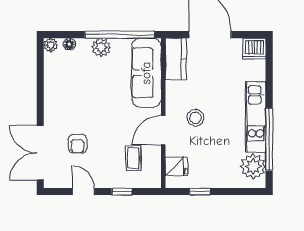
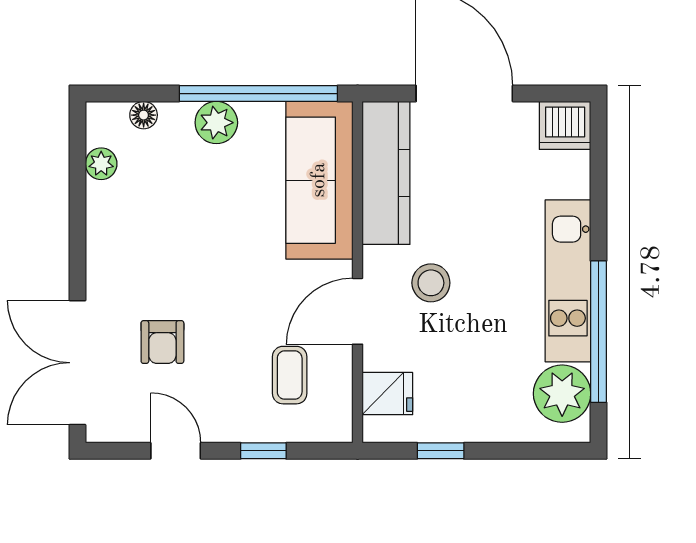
plant: (51, 45) -> (101, 164), moved
kitchen counter: (176, 59) -> (386, 173), width x1.50

